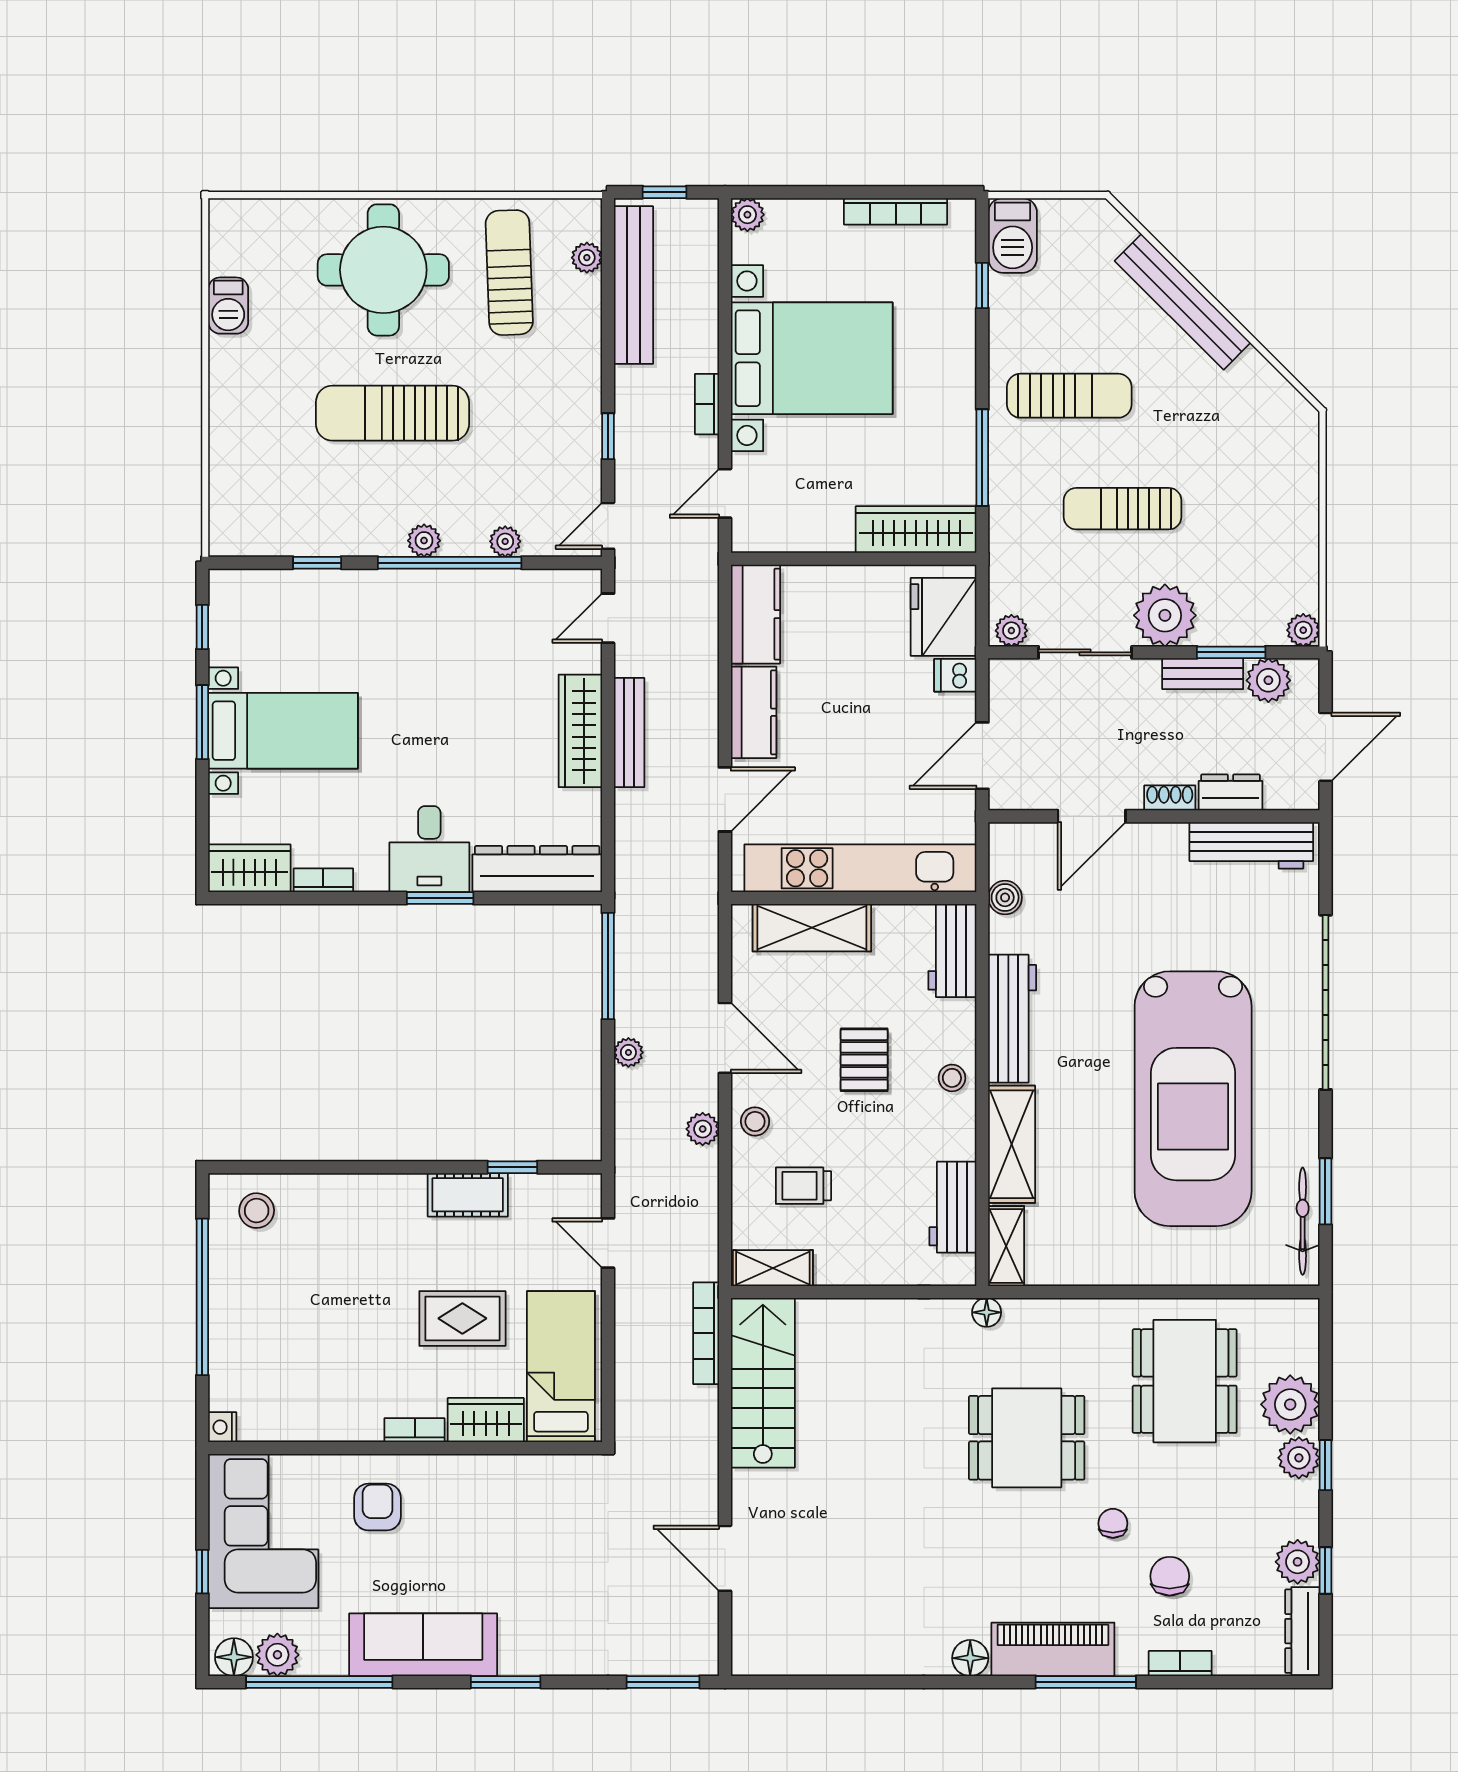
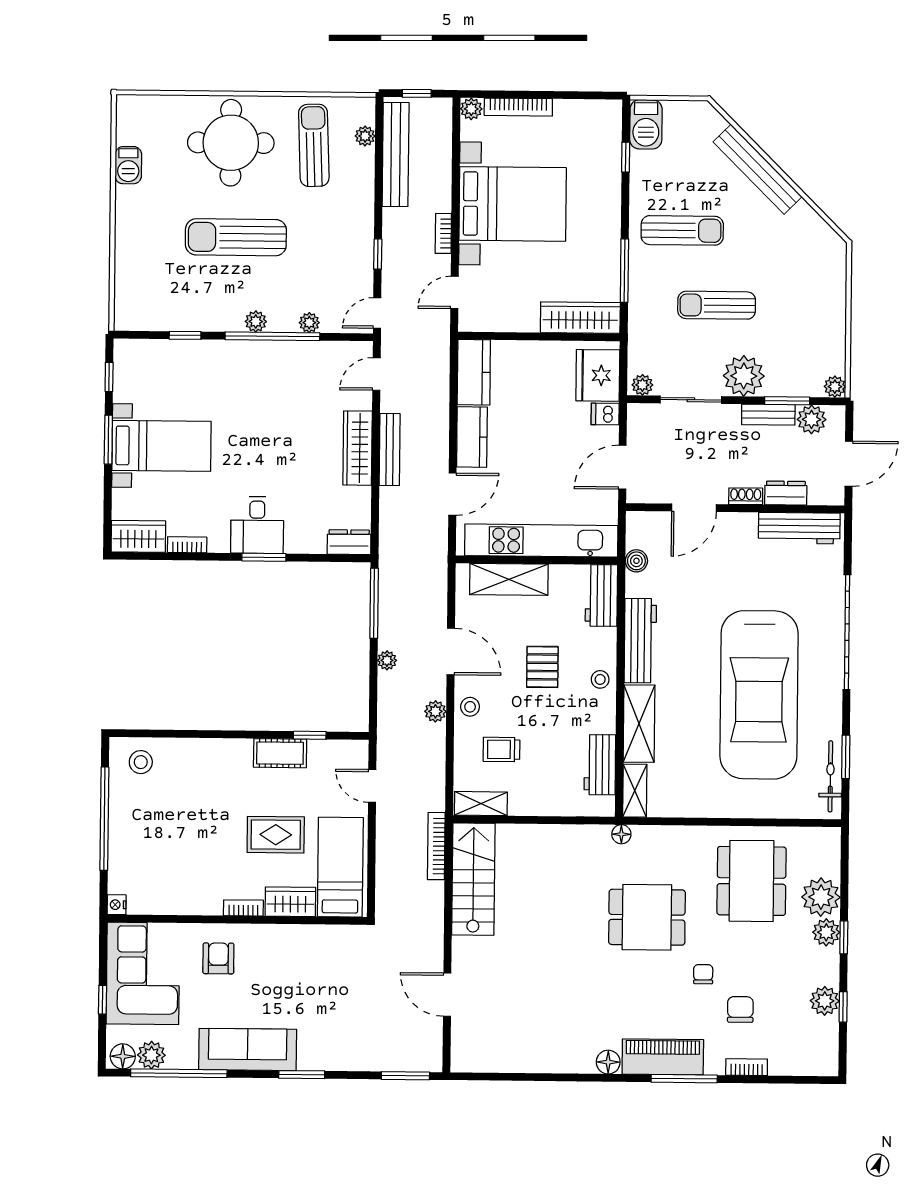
bookcase: (896, 211) -> (518, 107), moved
dresser: (537, 869) -> (349, 542), width x0.51, depth x0.80
dresser: (1302, 1631) -> (827, 1047), removed

